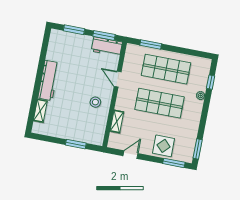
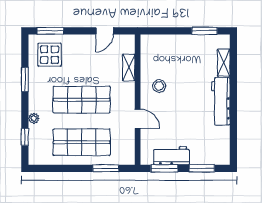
workbench: (107, 47) -> (172, 156), moved
window: (76, 144) -> (205, 31), moved
display table: (164, 146) -> (50, 55), moved
window: (198, 149) -> (25, 80), moved

